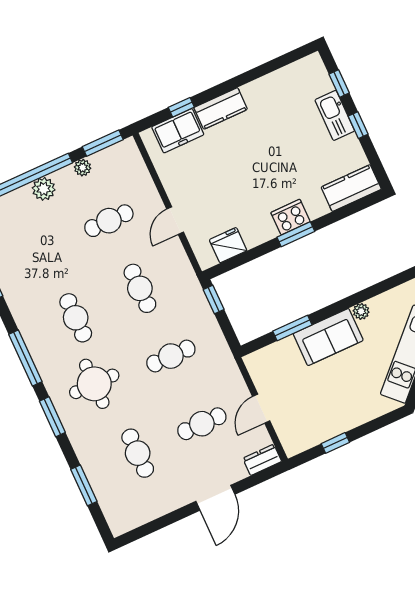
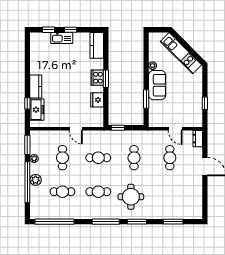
fridge: (228, 245) -> (97, 100), moved
cafe table: (138, 453) -> (62, 192), moved

